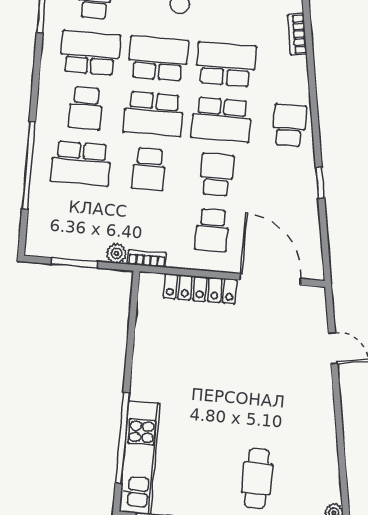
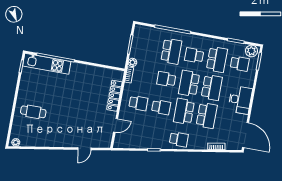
school desk: (81, 163) -> (171, 51), turned 180
school desk: (212, 230) -> (138, 103), turned 180
door: (270, 279) -> (116, 125), width x0.53

